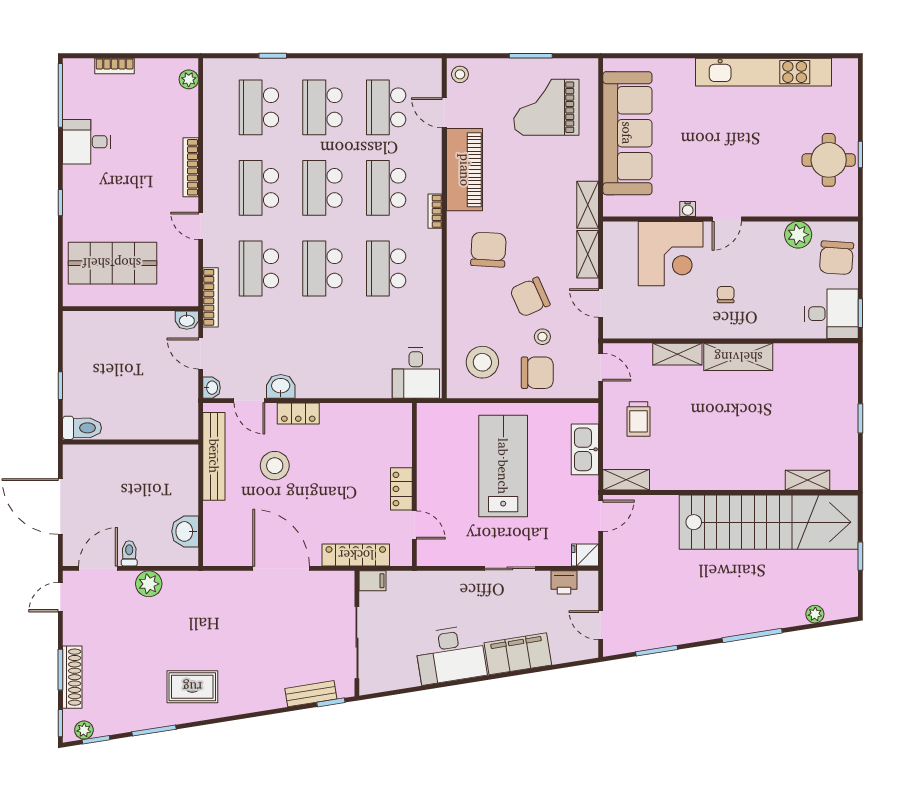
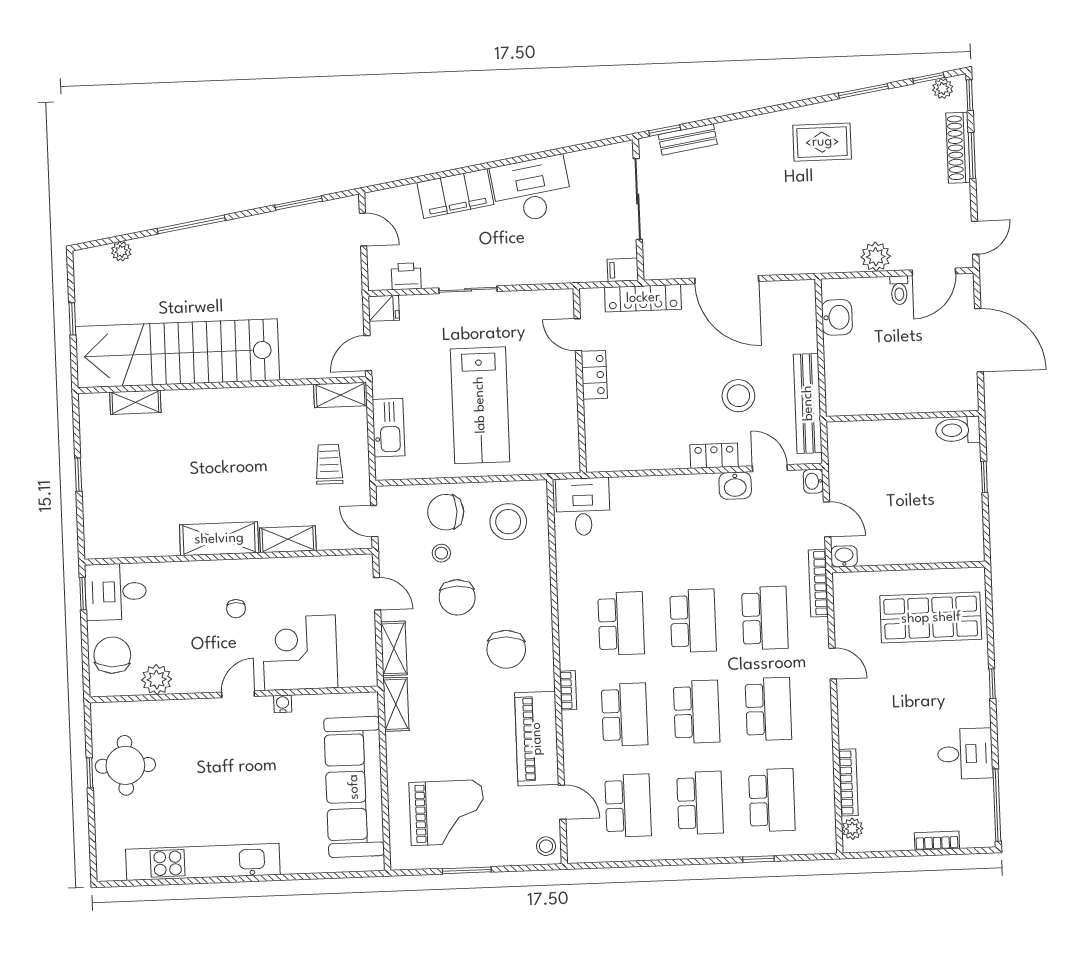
bookcase: (191, 167) -> (848, 782), moved
chair: (530, 297) -> (457, 597), turned 114

